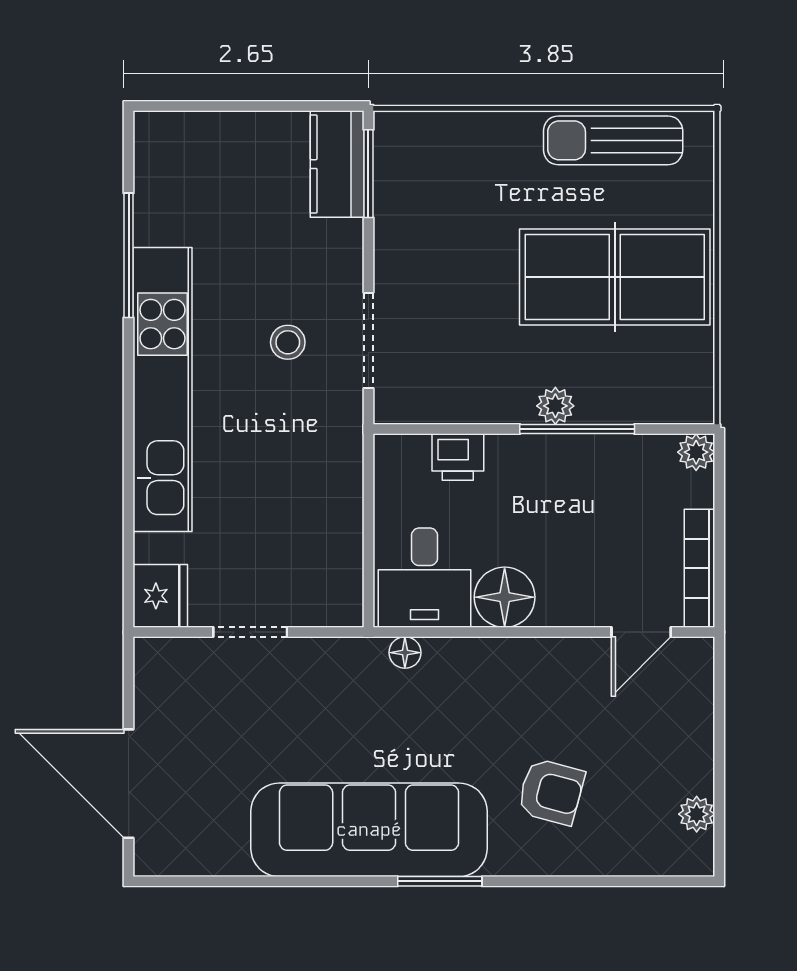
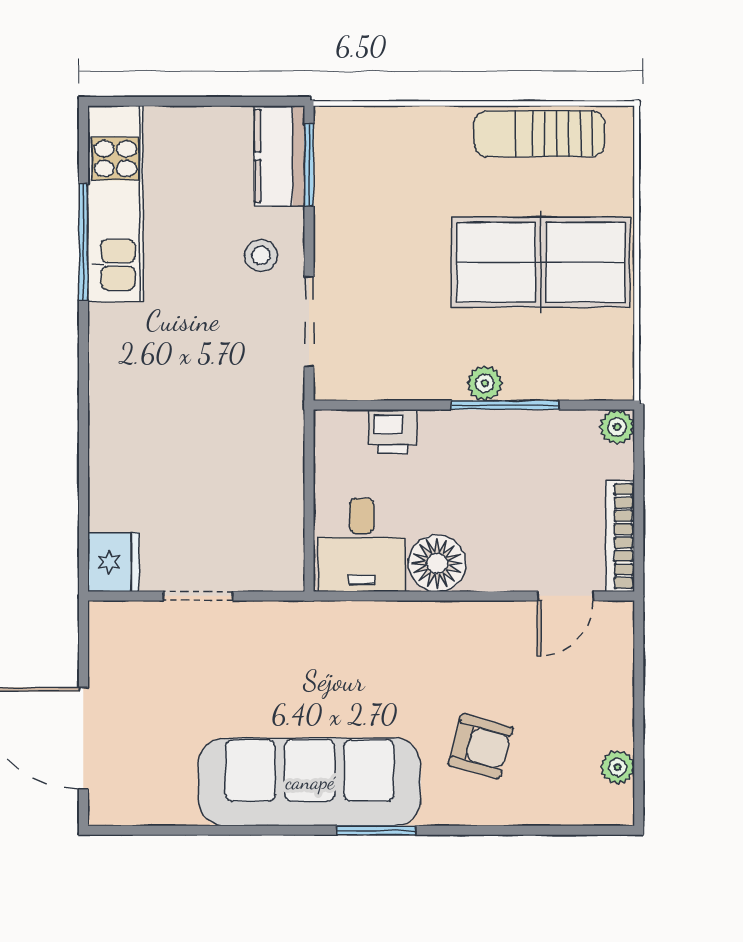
stool: (288, 342) -> (261, 255), moved
kitchen unit: (163, 389) -> (115, 204), moved, width x0.73
floor lamp: (405, 653) -> (343, 615), removed

